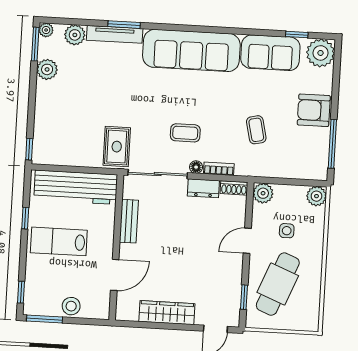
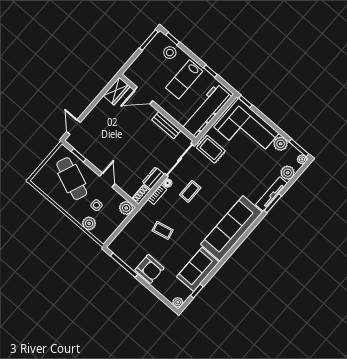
plant: (320, 53) -> (178, 302), width x0.53, depth x0.53
armchair: (314, 110) -> (149, 269), turned 90
corner sofa: (62, 122) -> (246, 130), added
plant: (316, 196) -> (89, 223), moved
lab bench: (59, 241) -> (184, 79), turned 180
door: (115, 275) -> (143, 95), hinge flipped
stool: (71, 306) -> (170, 53), moved
wardrobe: (167, 313) -> (117, 91), moved, width x0.67

